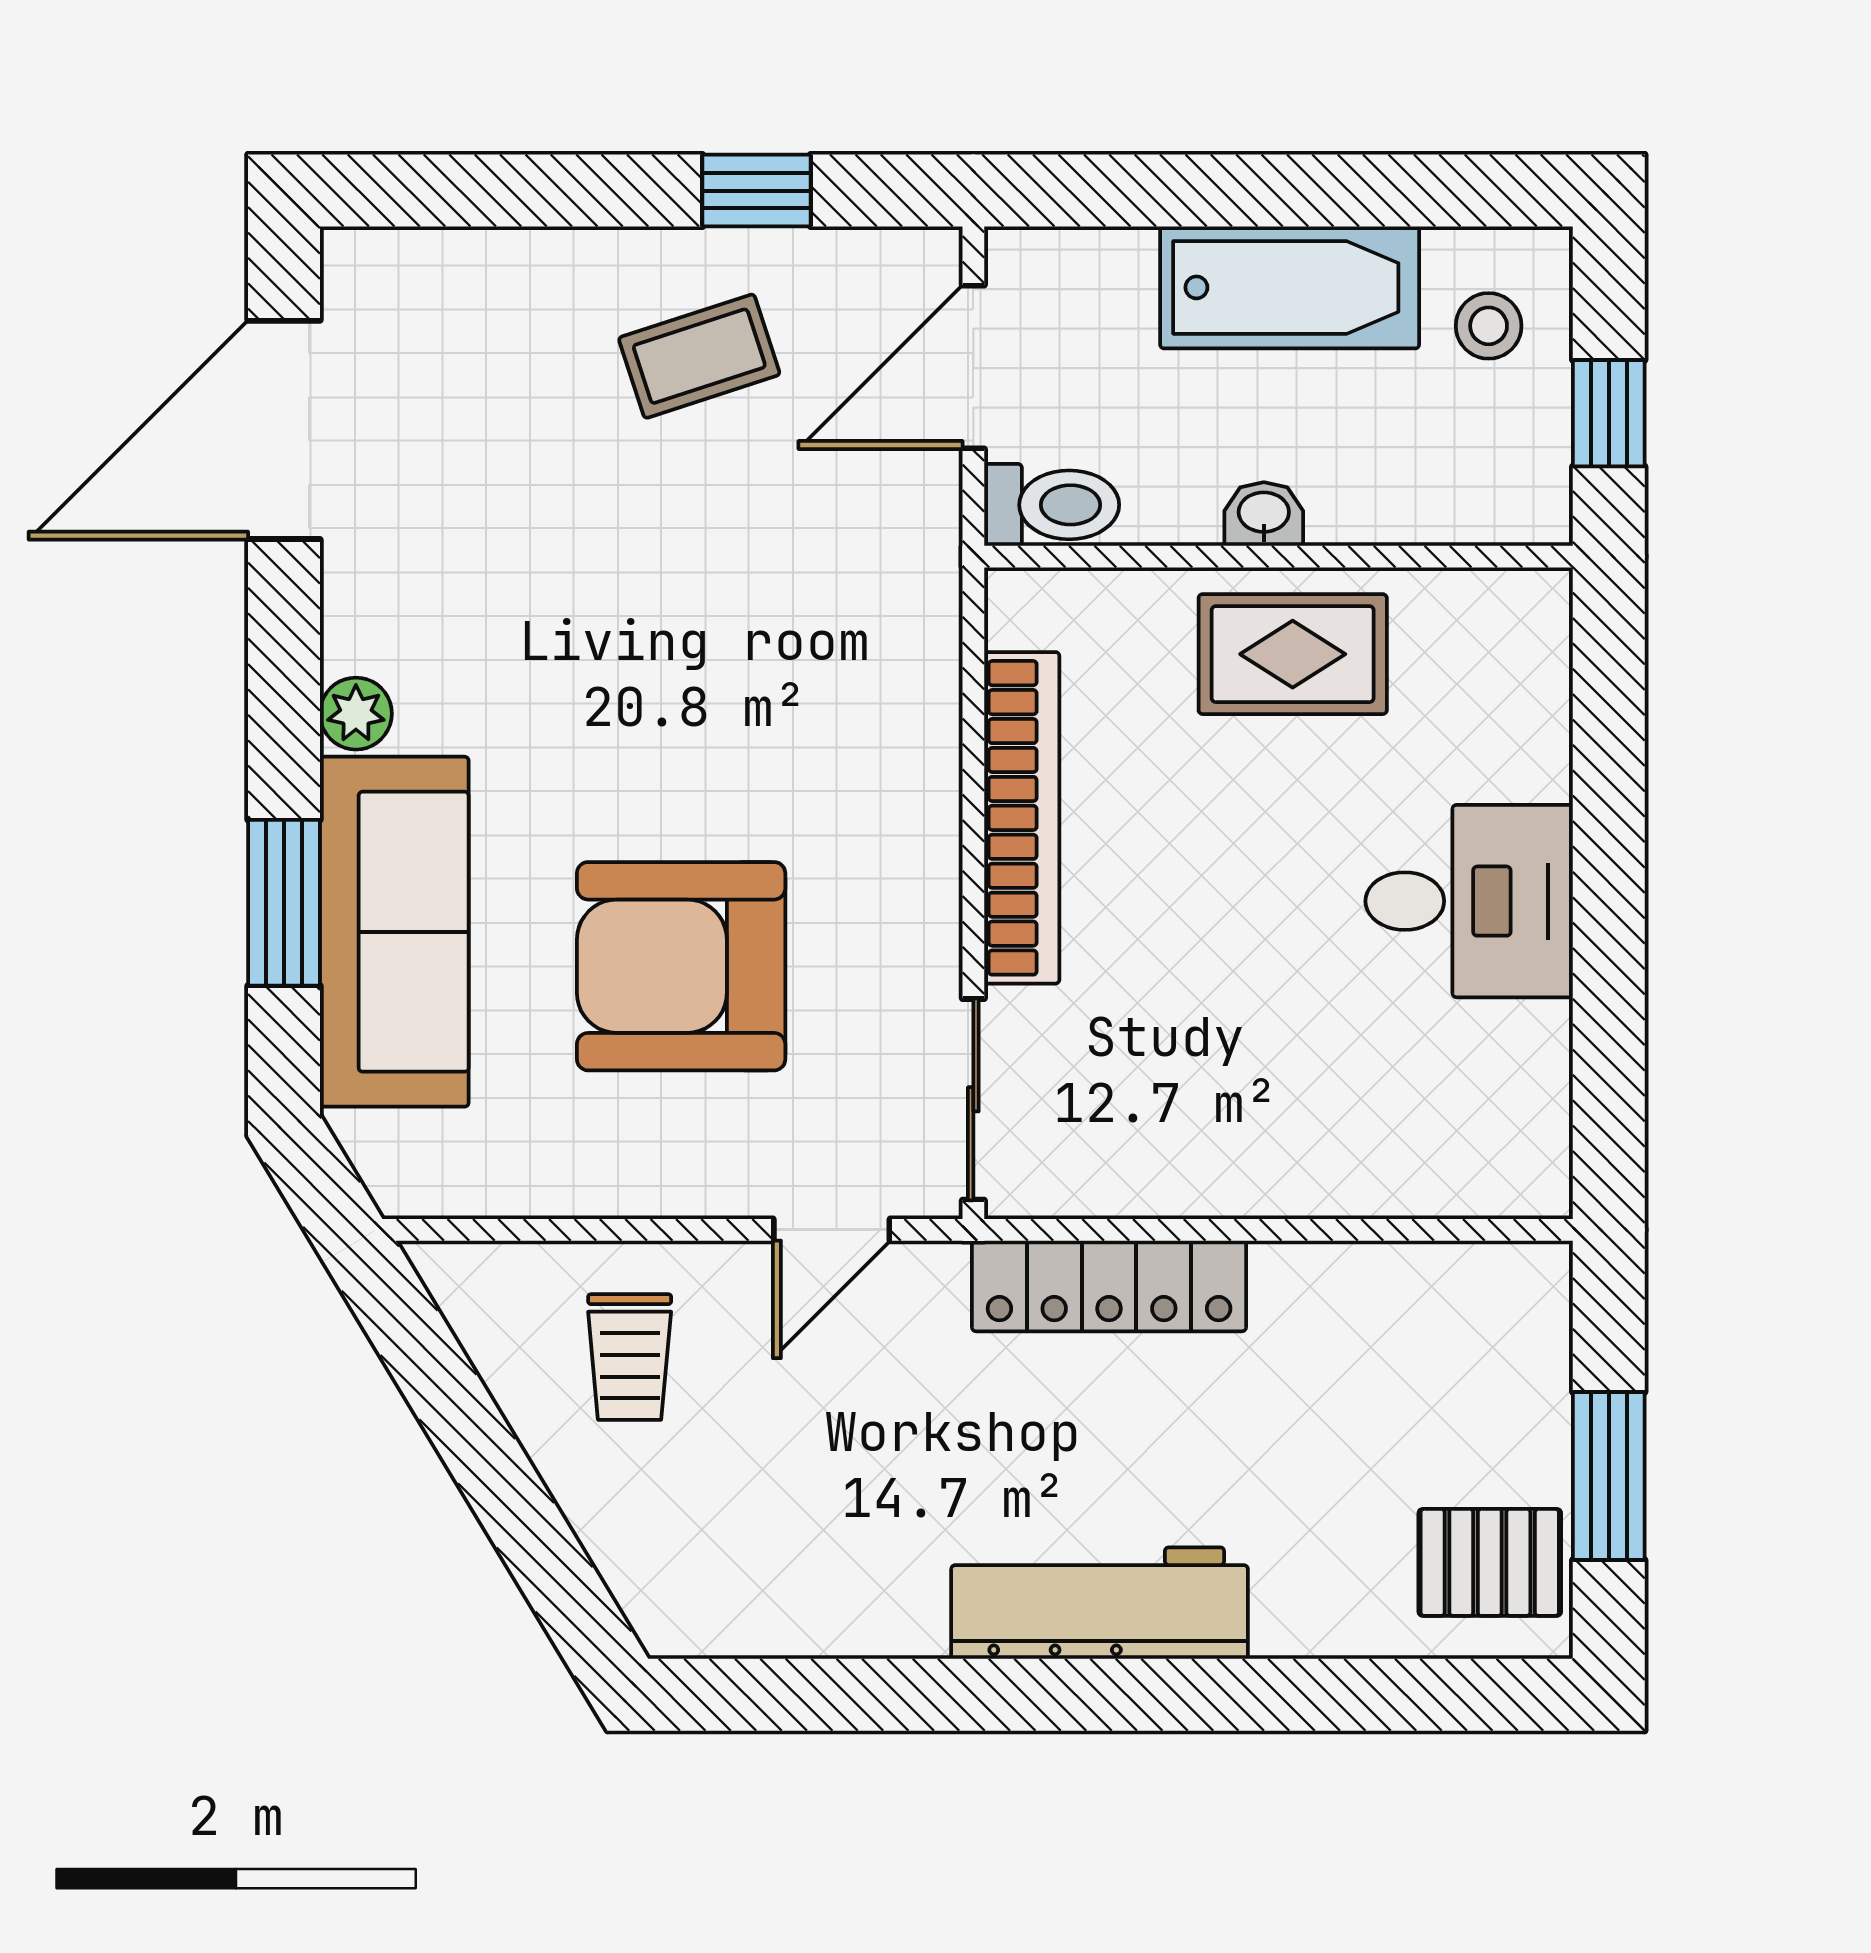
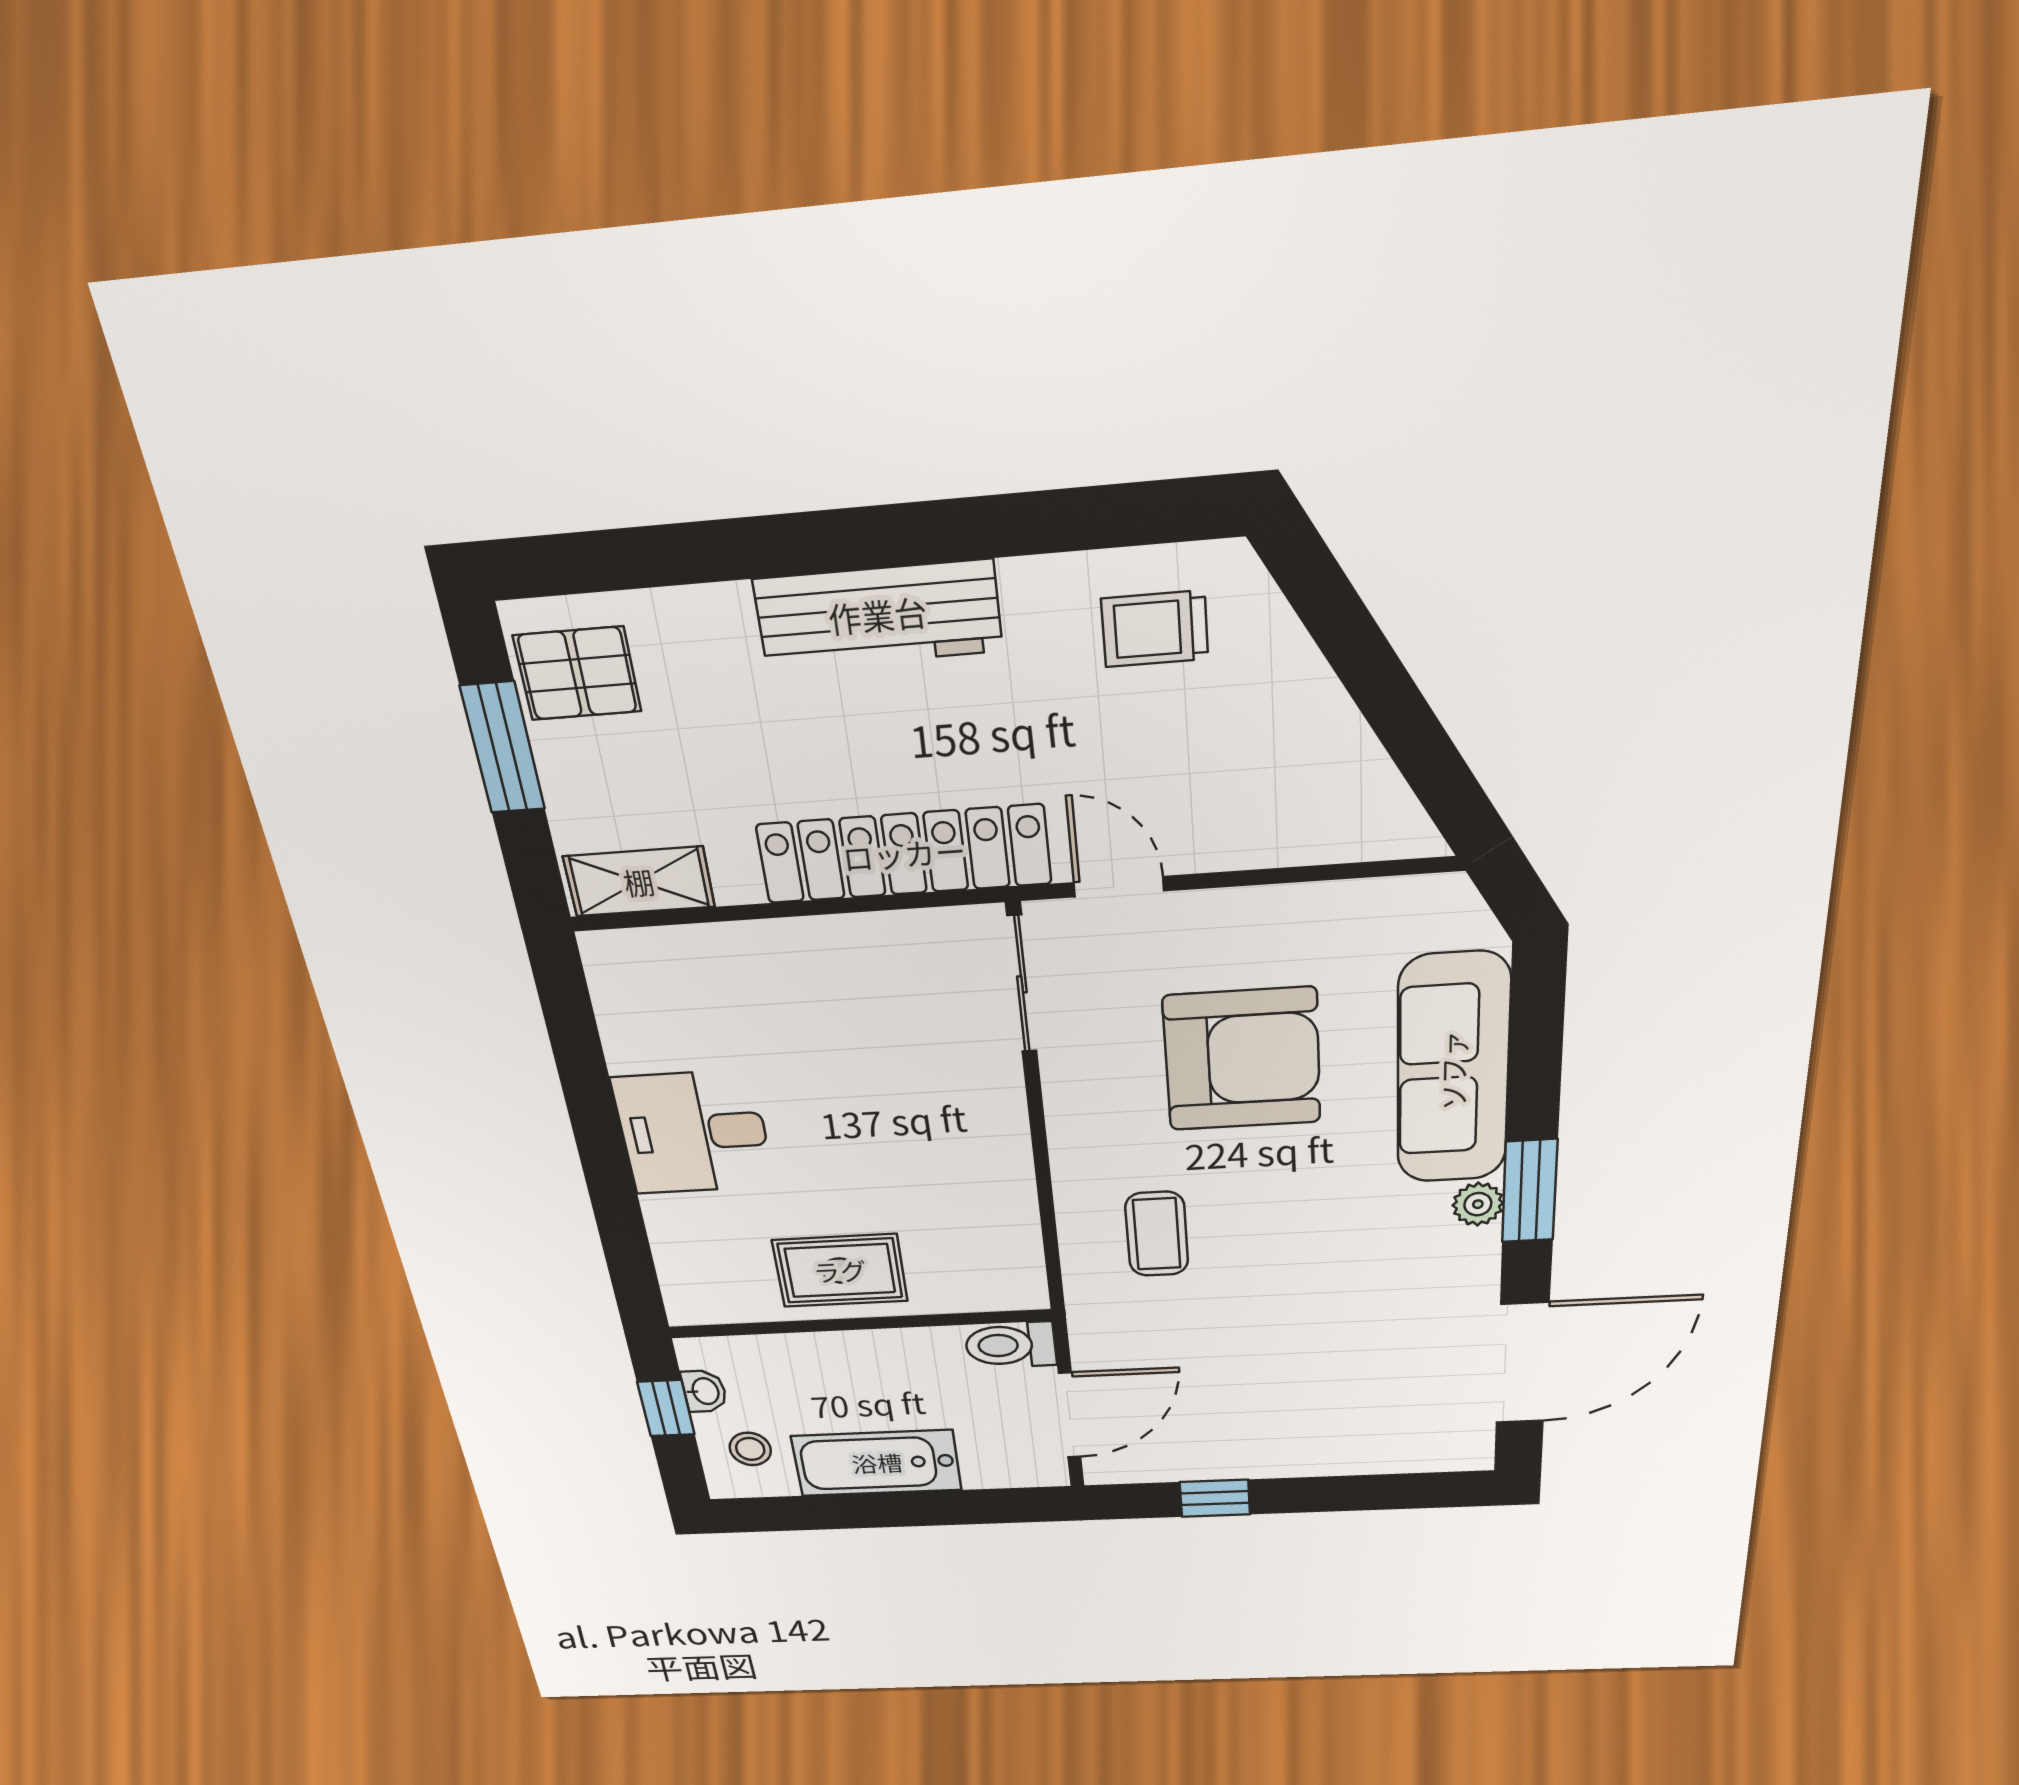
coffee table: (699, 356) -> (1157, 1234), moved, turned -72
washbasin: (1264, 514) -> (704, 1391), moved, turned -90
bookcase: (1022, 818) -> (1008, 1166), removed
window: (284, 903) -> (1530, 1191), moved
door: (832, 1230) -> (1119, 887), hinge flipped
shelving: (1469, 1283) -> (639, 882), added
locker: (1109, 1286) -> (904, 854), width x1.41, depth x1.21
trolley: (630, 1357) -> (1155, 629), moved, turned -90

